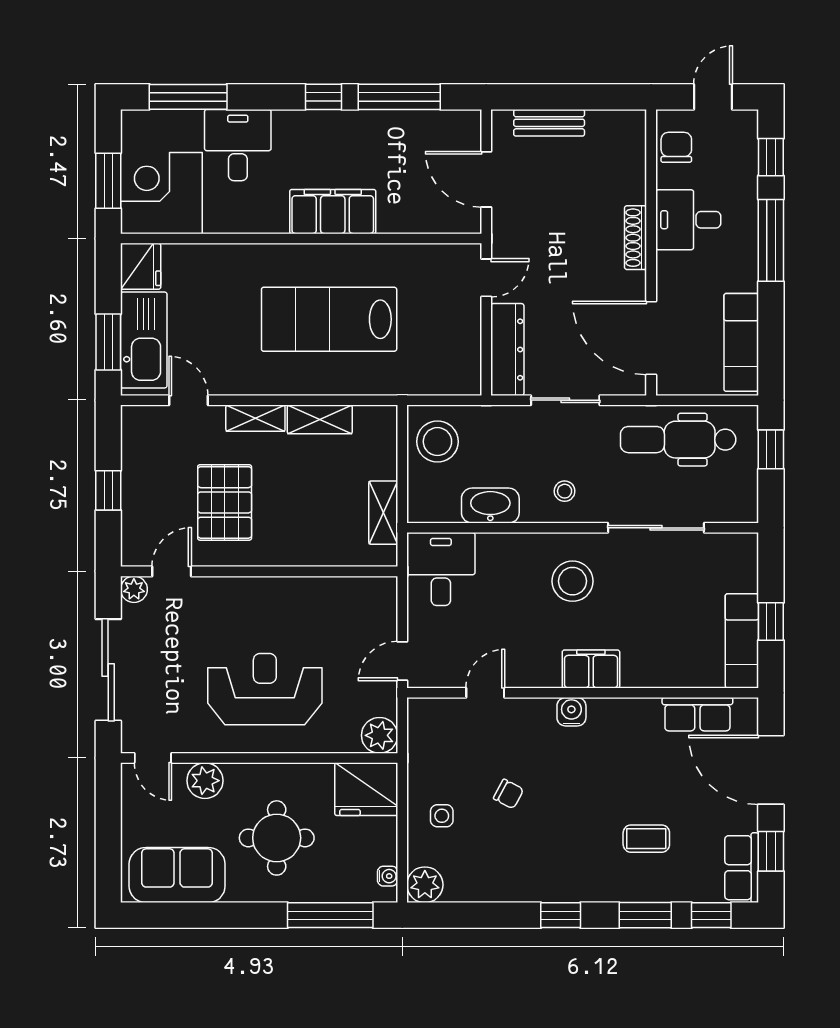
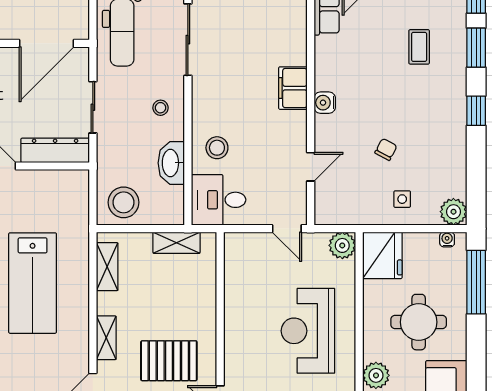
shelving: (320, 419) -> (107, 267), moved
stool: (572, 581) -> (217, 148), moved, width x0.73, depth x0.73
door: (485, 693) -> (311, 167), swing flipped

